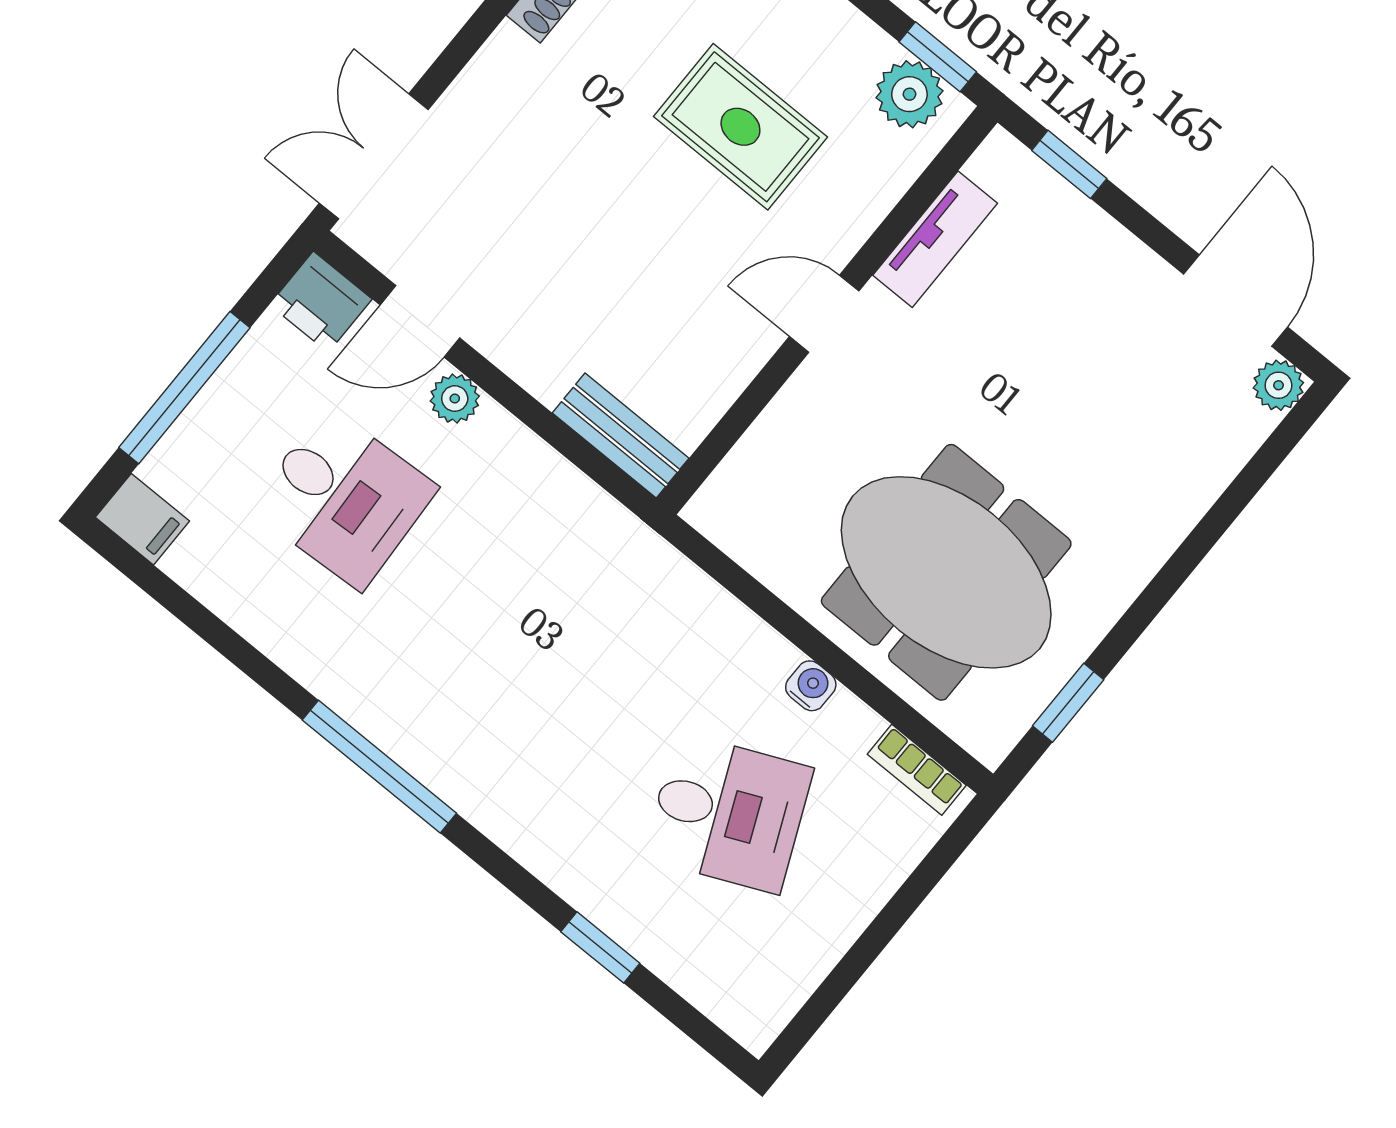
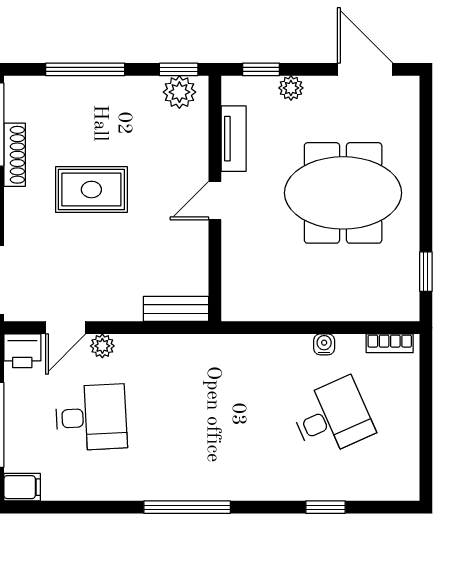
rug: (740, 127) -> (91, 190), moved
plant: (1278, 385) -> (291, 88), moved
meeting table: (946, 572) -> (343, 193), moved

